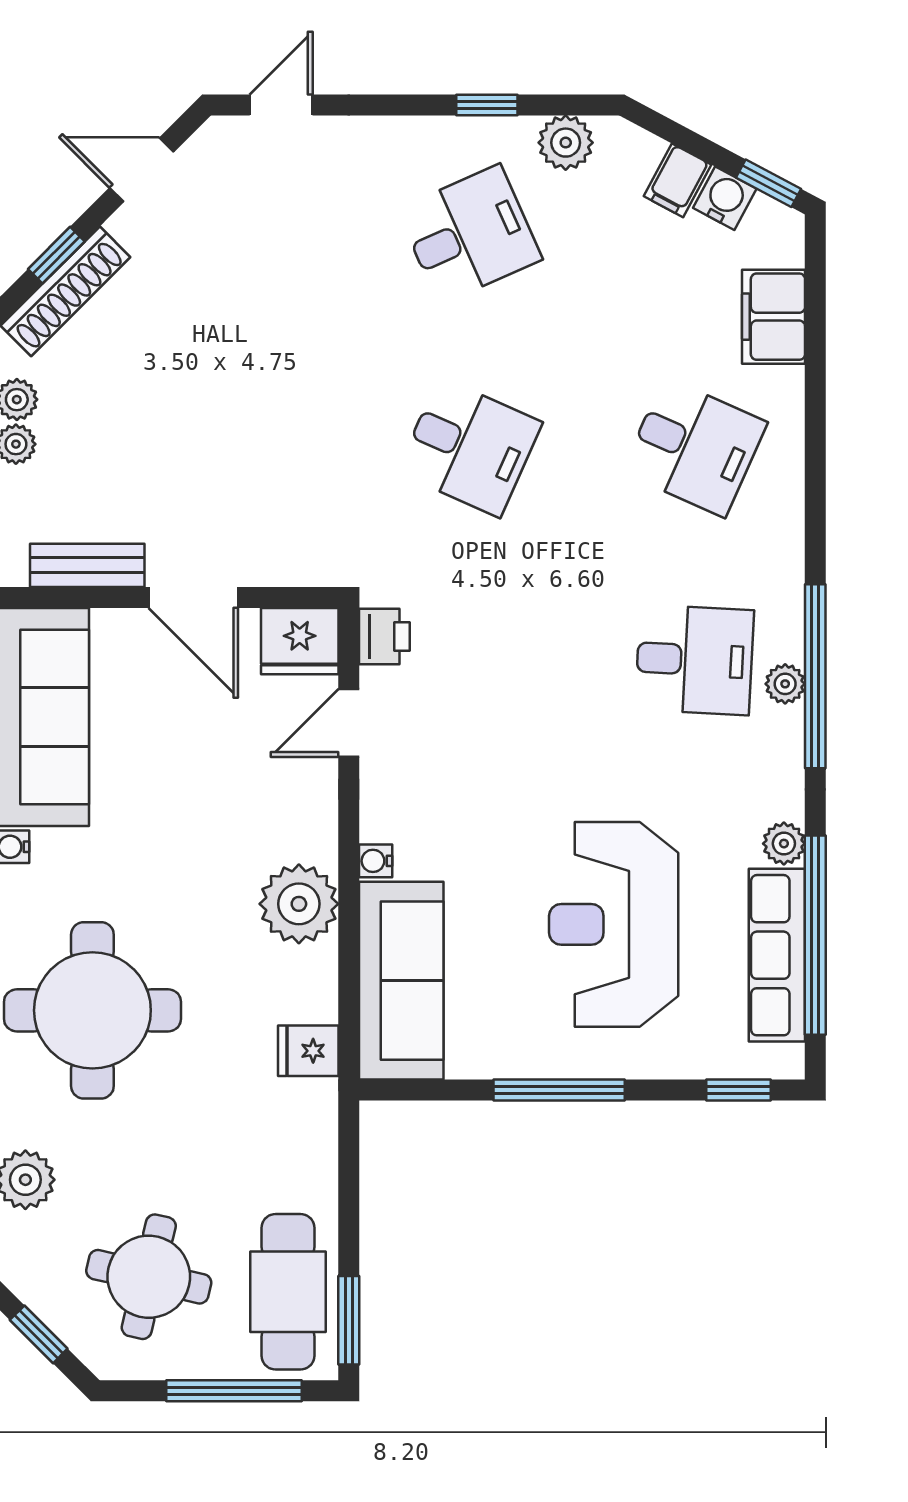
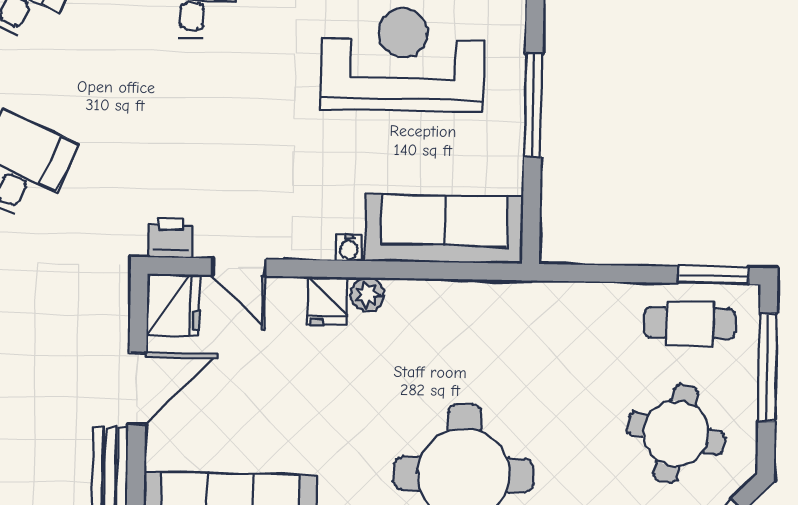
plant: (299, 904) -> (367, 294), width x0.53, depth x0.53
reception desk: (614, 924) -> (402, 60), turned 180
fridge: (308, 1051) -> (327, 301), moved
cafe table: (288, 1292) -> (690, 323), width x0.73, depth x0.74

